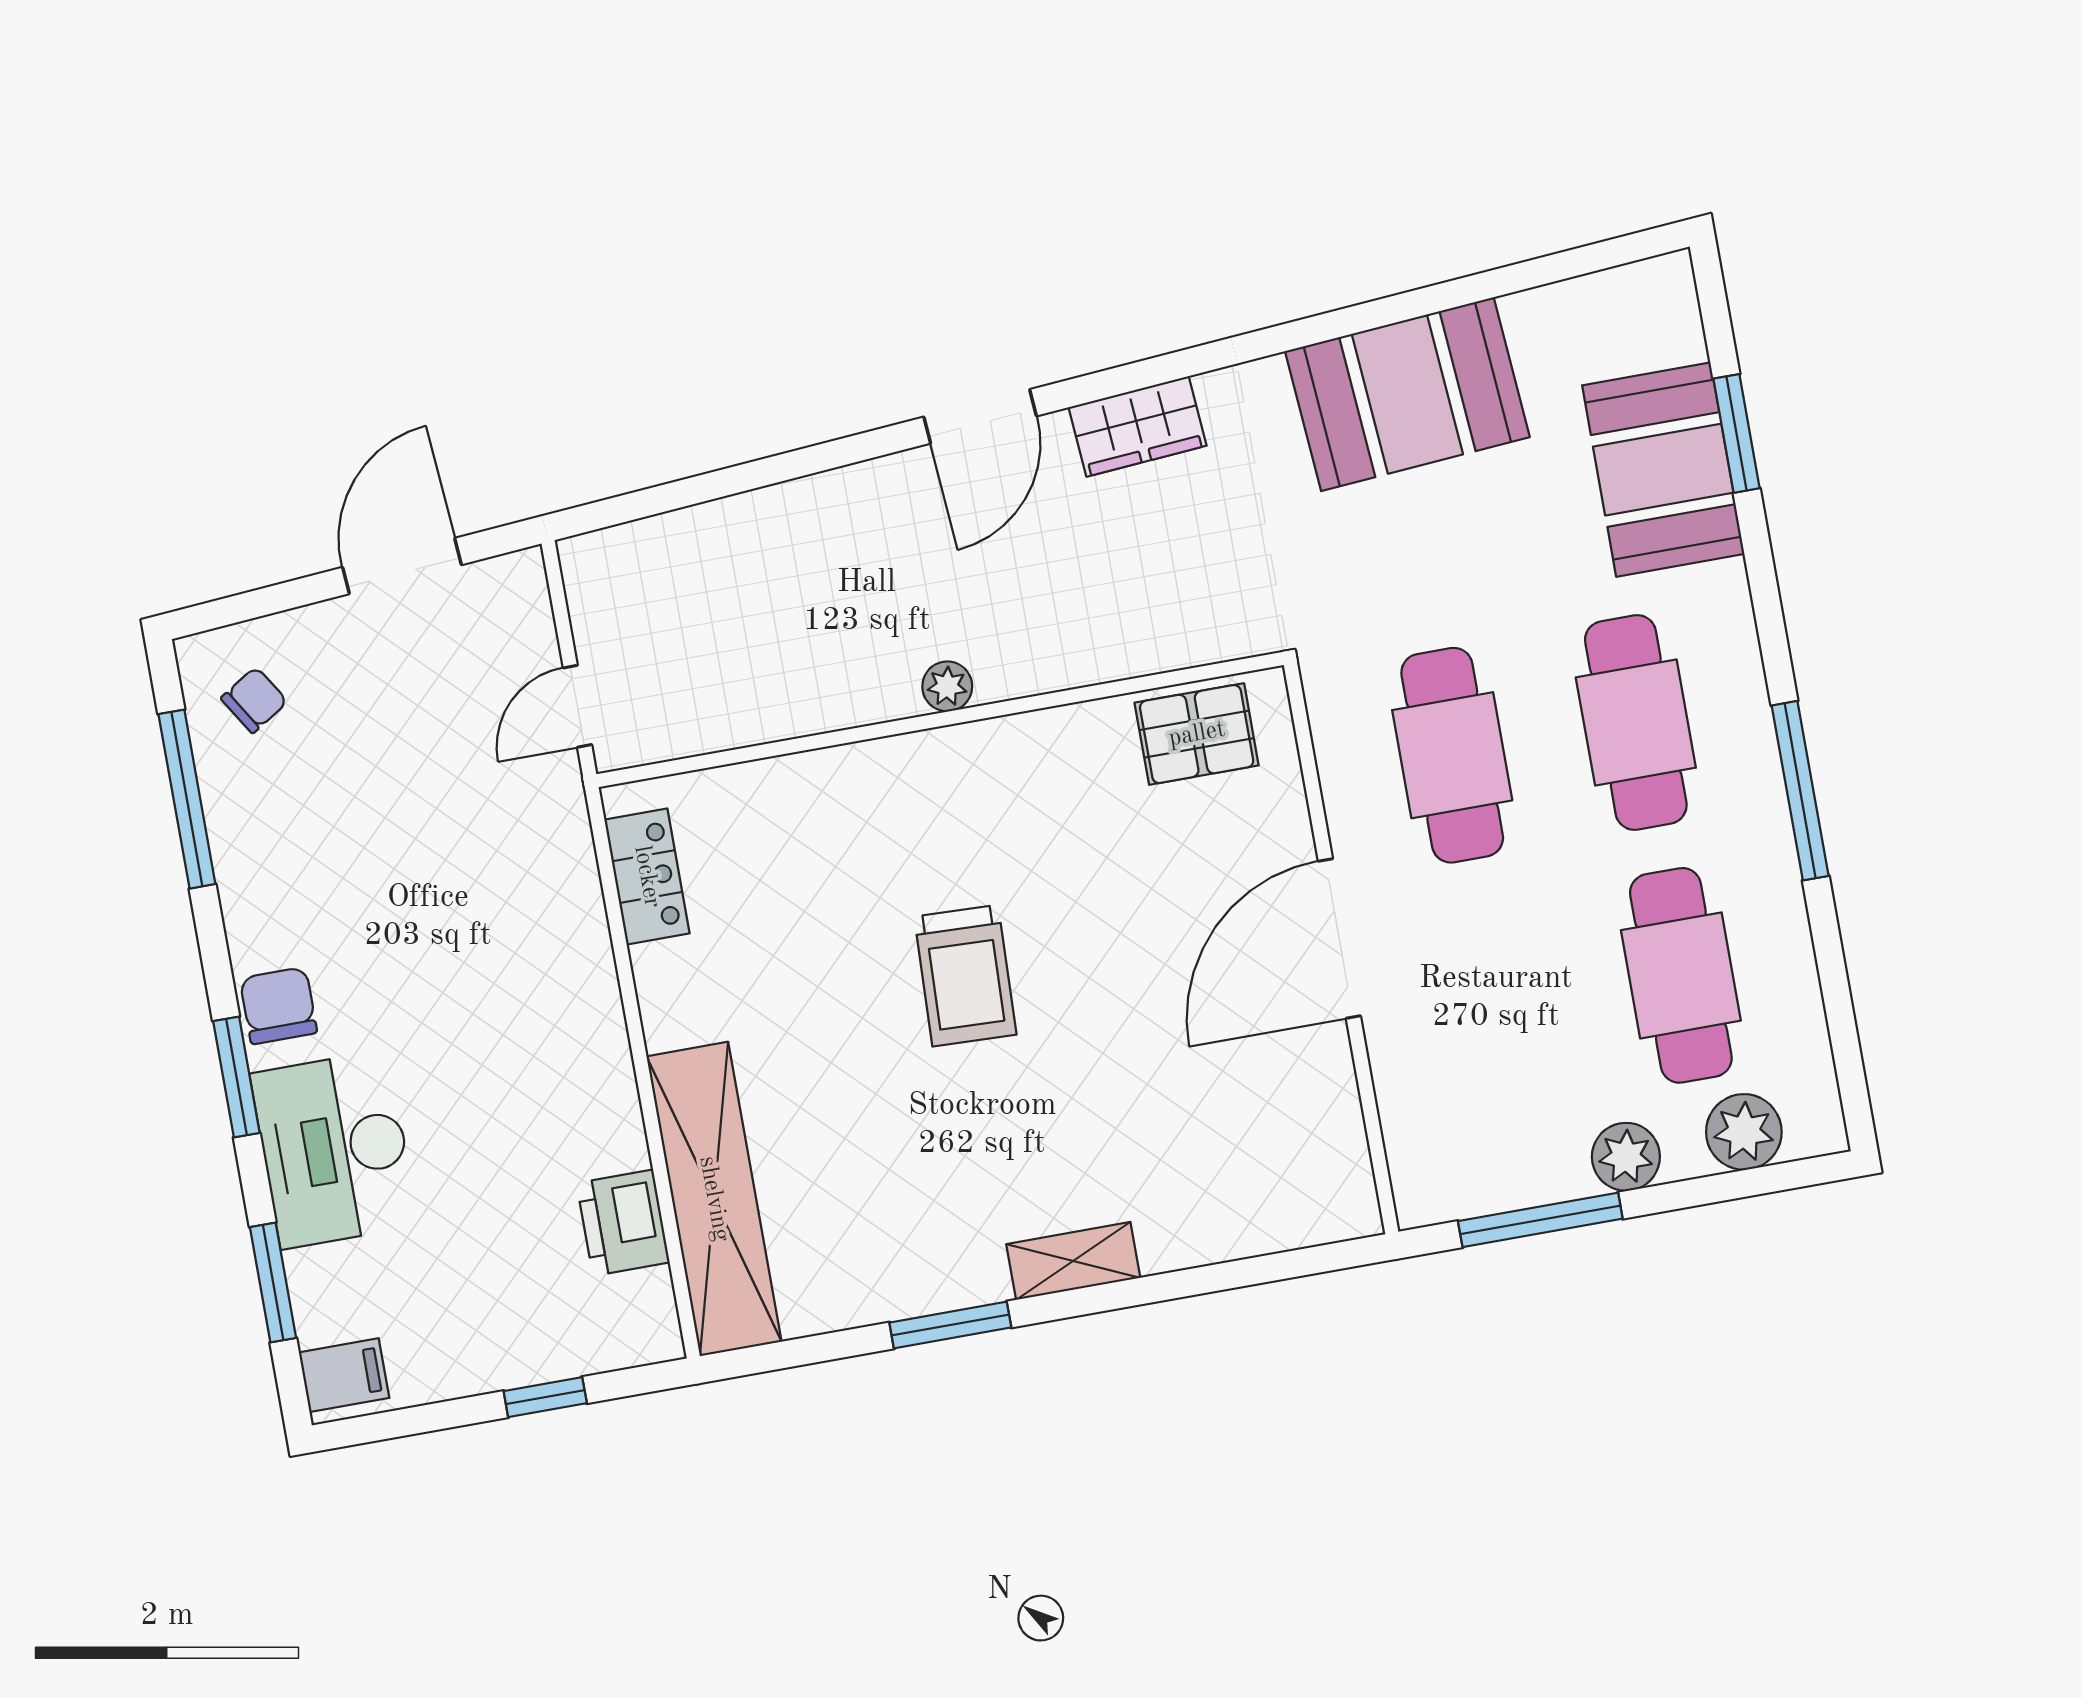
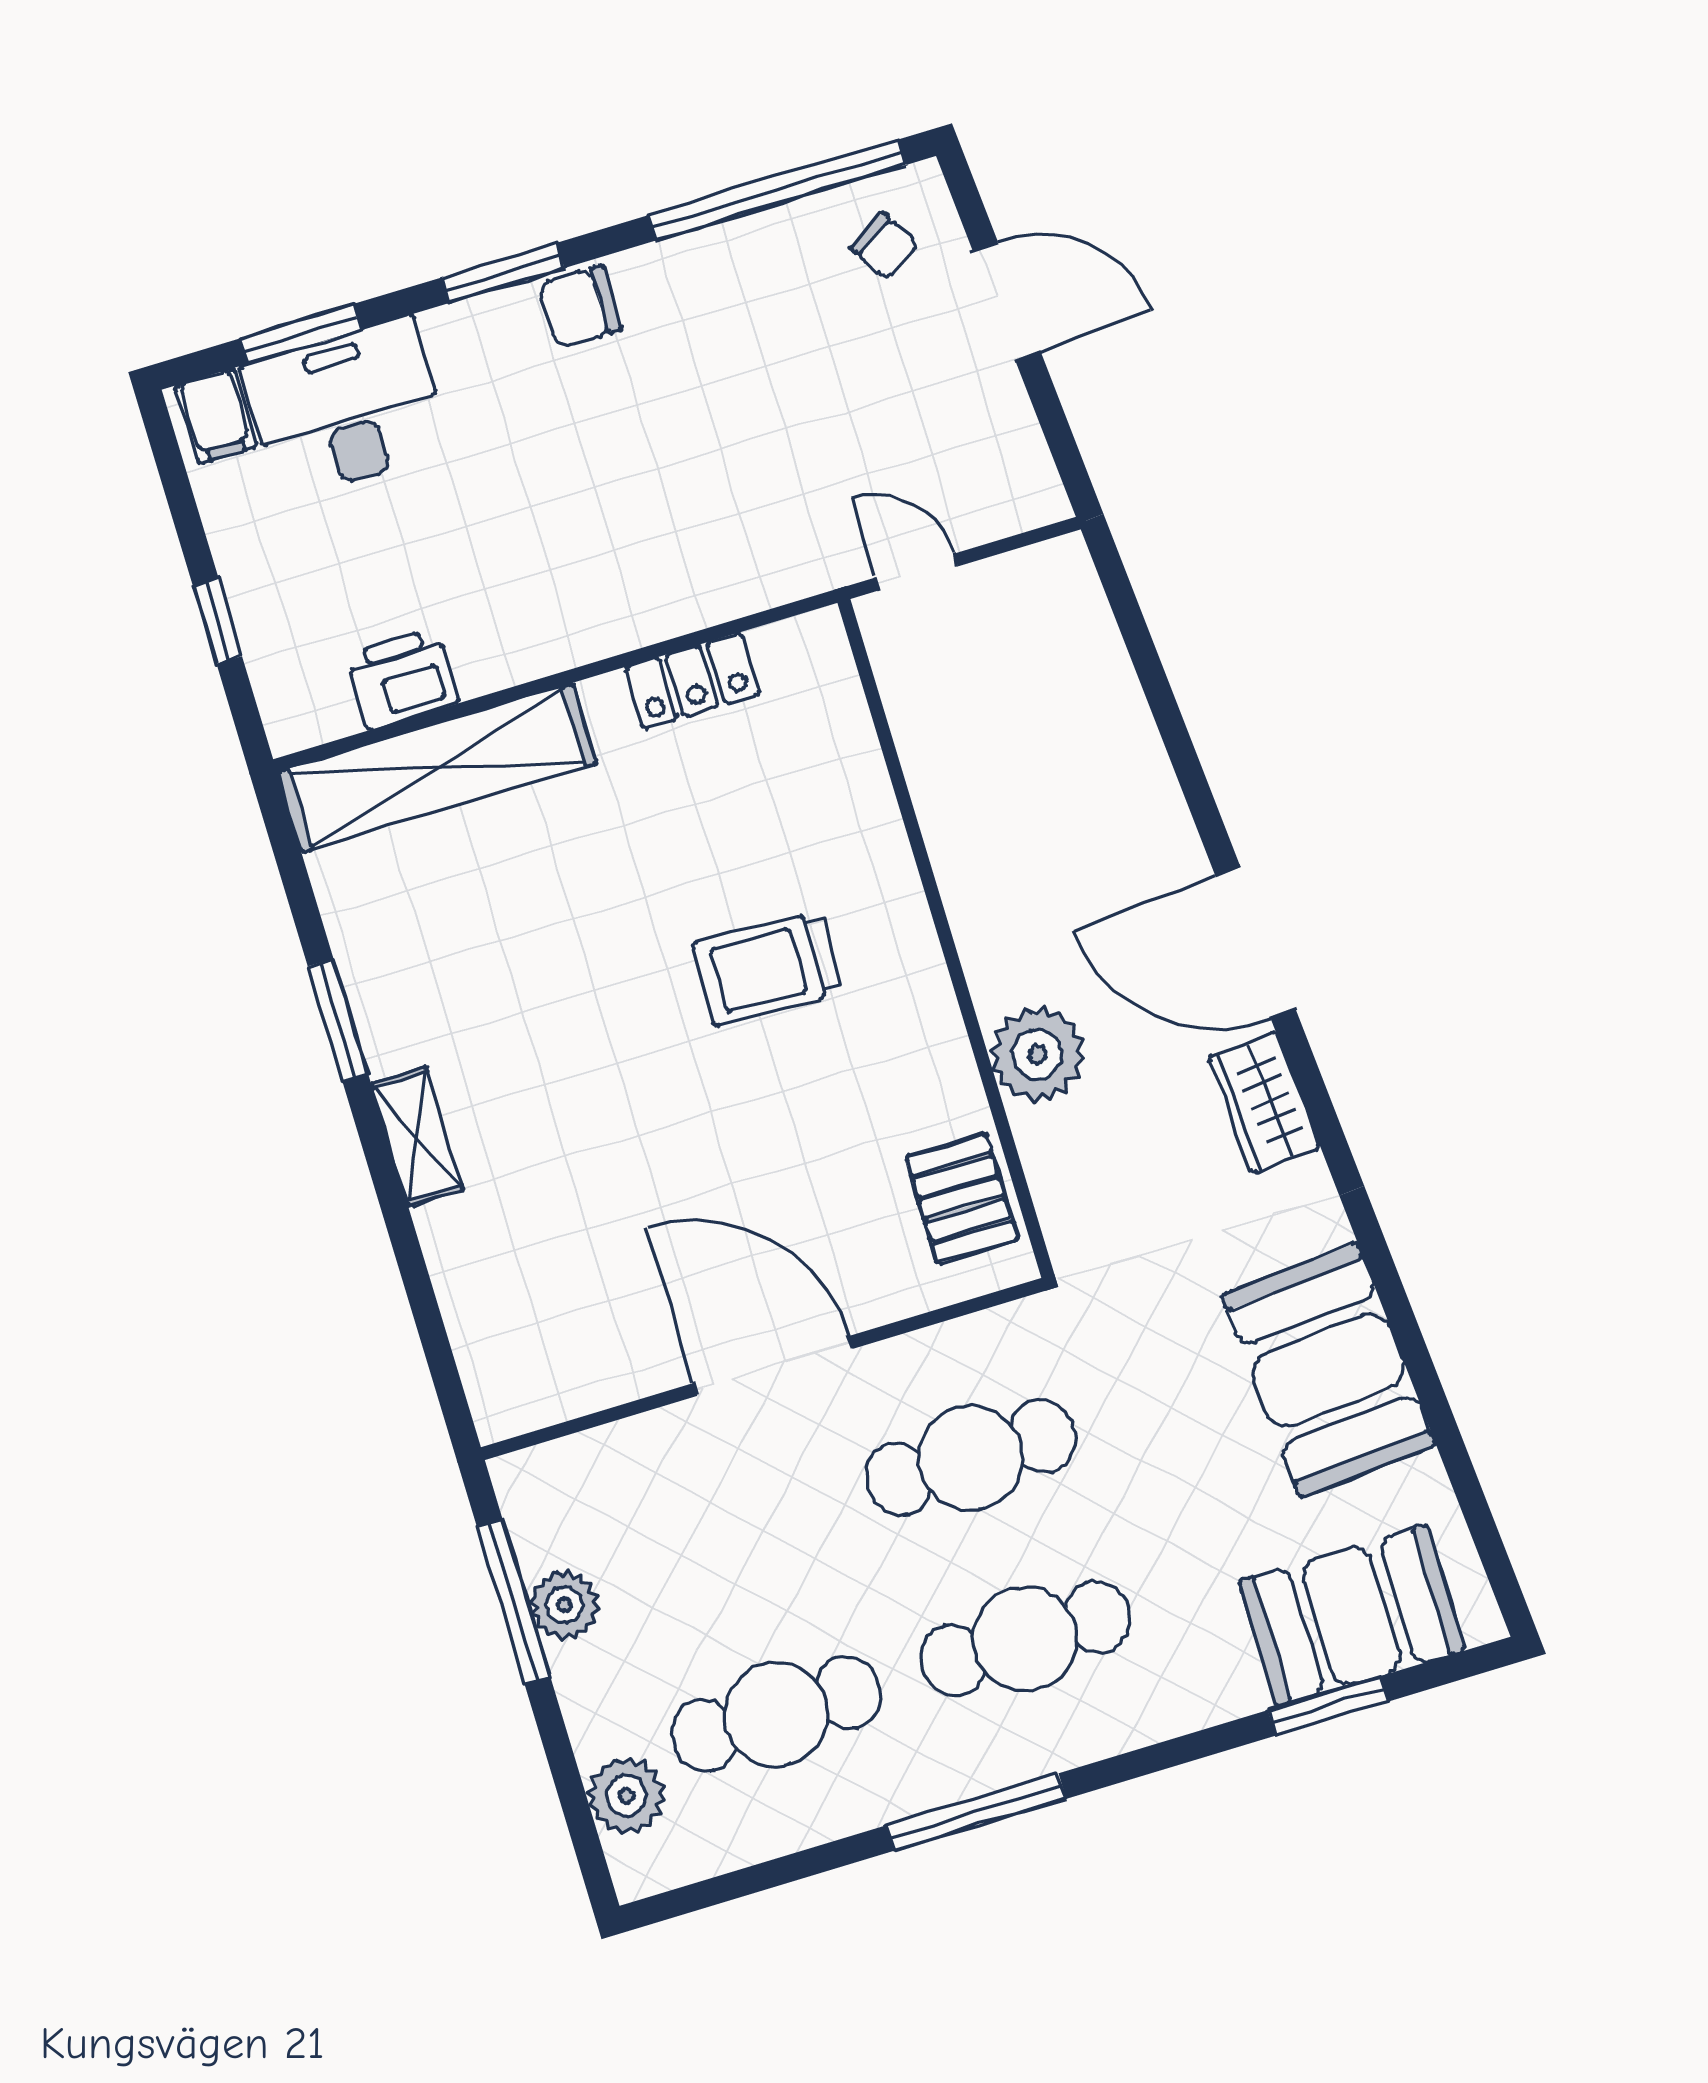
door: (980, 416) -> (1256, 943), width x1.36
booth: (1663, 470) -> (1352, 1616), moved
door: (402, 566) -> (1007, 302), moved
plant: (947, 686) -> (1037, 1054), moved, width x1.88, depth x1.88
window: (187, 799) -> (777, 190), width x1.46
locker: (647, 877) -> (692, 681), moved
trolley: (965, 976) -> (768, 968), moved
chair: (278, 1006) -> (580, 307), turned 180
desk: (334, 1149) -> (346, 409), moved
plant: (1626, 1157) -> (564, 1605), moved

